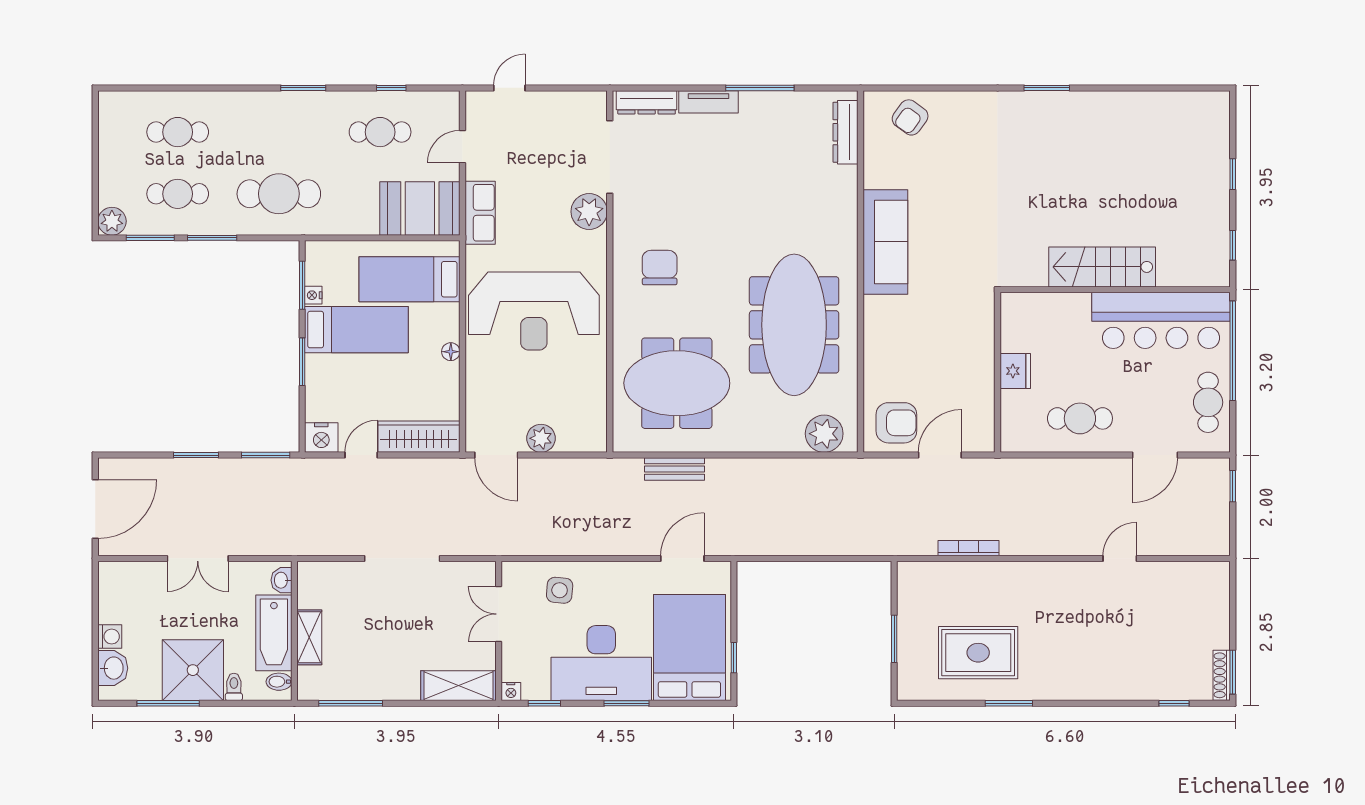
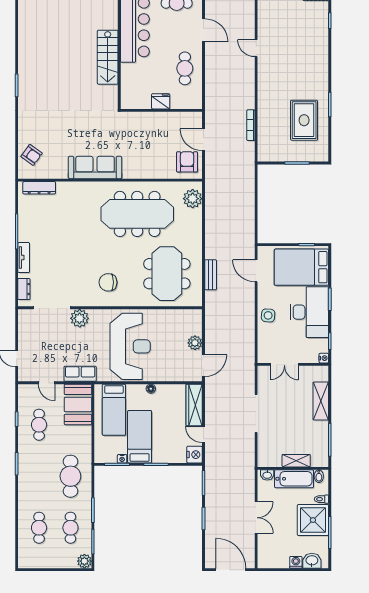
dresser: (647, 102) -> (24, 289), width x0.70
side table: (560, 590) -> (268, 315), moved
shelving: (458, 686) -> (321, 401), moved

